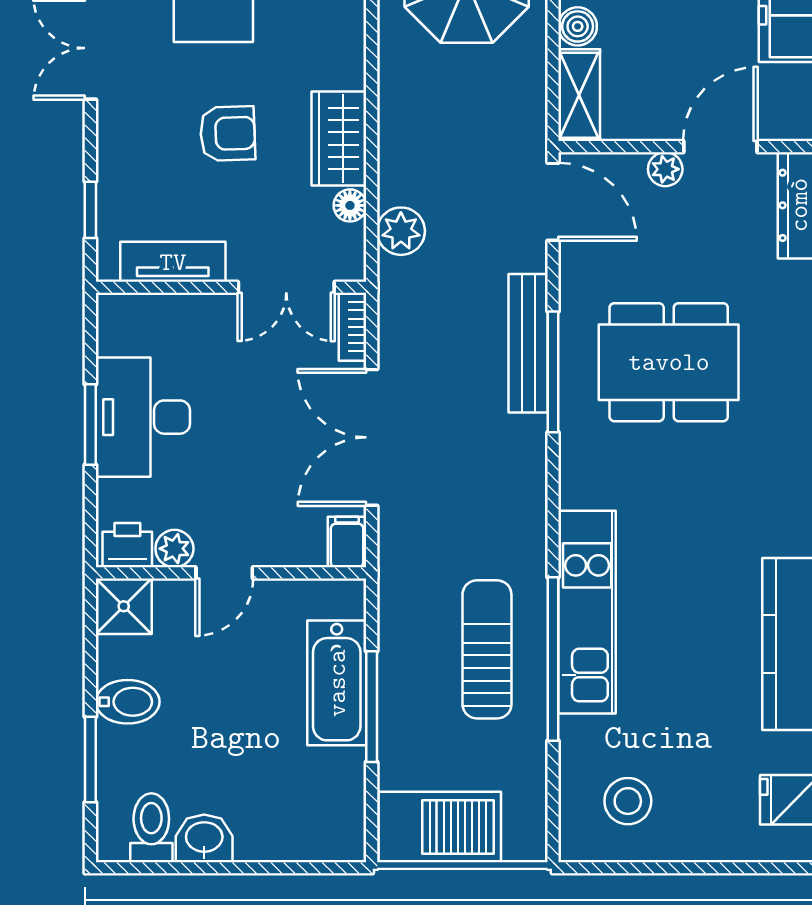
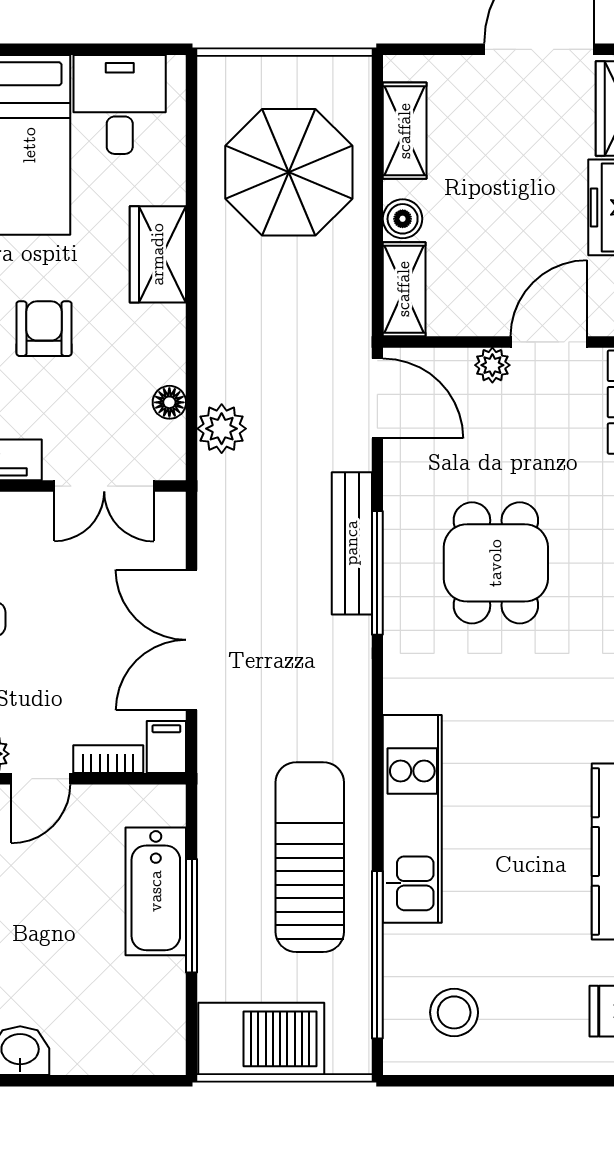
armchair: (228, 134) -> (44, 329), turned -88
wardrobe: (339, 139) -> (158, 254), moved
bookcase: (353, 327) -> (108, 759), moved, turned 90
dining table: (669, 362) -> (496, 563), width x0.73
sun lounger: (487, 649) -> (310, 857), width x1.36, depth x1.34
window: (553, 659) -> (377, 955), moved

